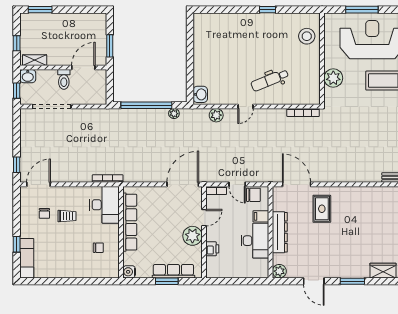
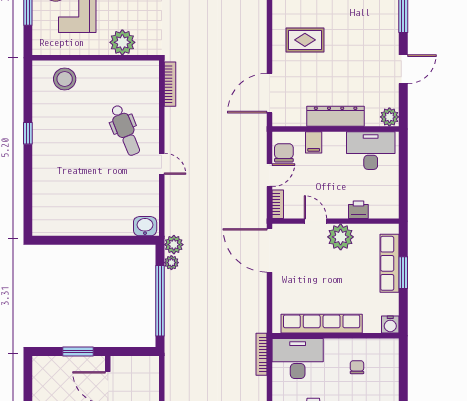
plant: (216, 115) -> (174, 245), moved
rug: (322, 209) -> (305, 40), moved
desk: (255, 241) -> (371, 151), moved

